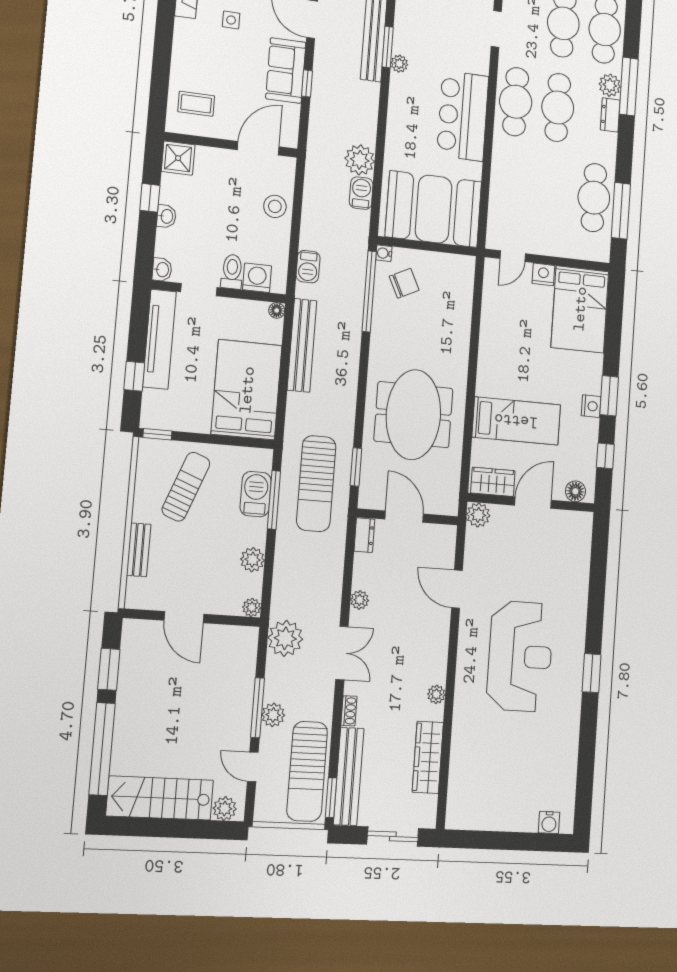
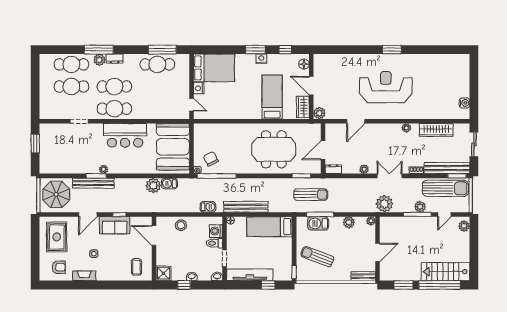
bed: (247, 390) -> (269, 227), width x0.67
sun lounger: (316, 484) -> (311, 195), width x0.73, depth x0.75
bench: (139, 550) -> (363, 276), moved
stairs: (160, 798) -> (445, 272), moved, turned 90
water cooler: (549, 822) -> (464, 103), moved

